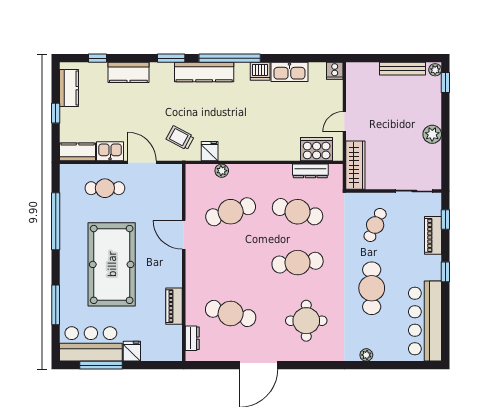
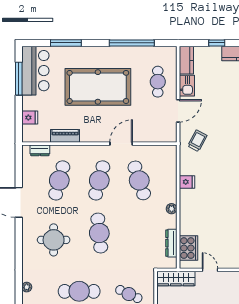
fridge: (210, 151) -> (187, 182), moved
plant: (222, 171) -> (172, 209), moved
cafe table: (298, 212) -> (99, 180), moved
fridge: (132, 351) -> (30, 118), moved

